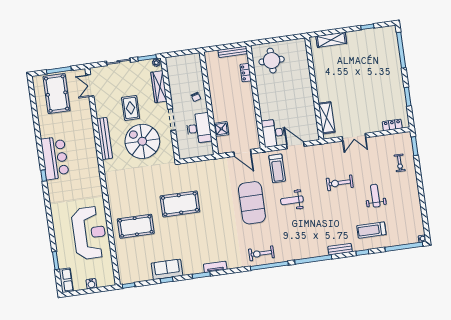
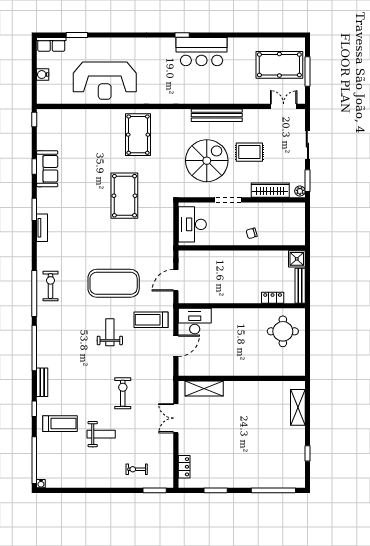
desk: (199, 128) -> (192, 224), moved, turned 90
shower: (221, 129) -> (297, 259), moved
pool table: (136, 226) -> (138, 135), moved
treadmill: (371, 230) -> (60, 424), turned 90

